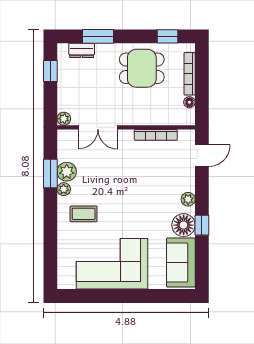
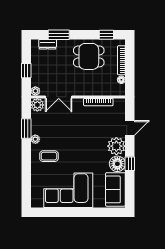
window: (50, 71) -> (26, 71), moved
door: (202, 156) -> (130, 128), moved
plant: (67, 172) -> (37, 105), moved
plant: (188, 199) -> (116, 146), width x1.87, depth x1.87

